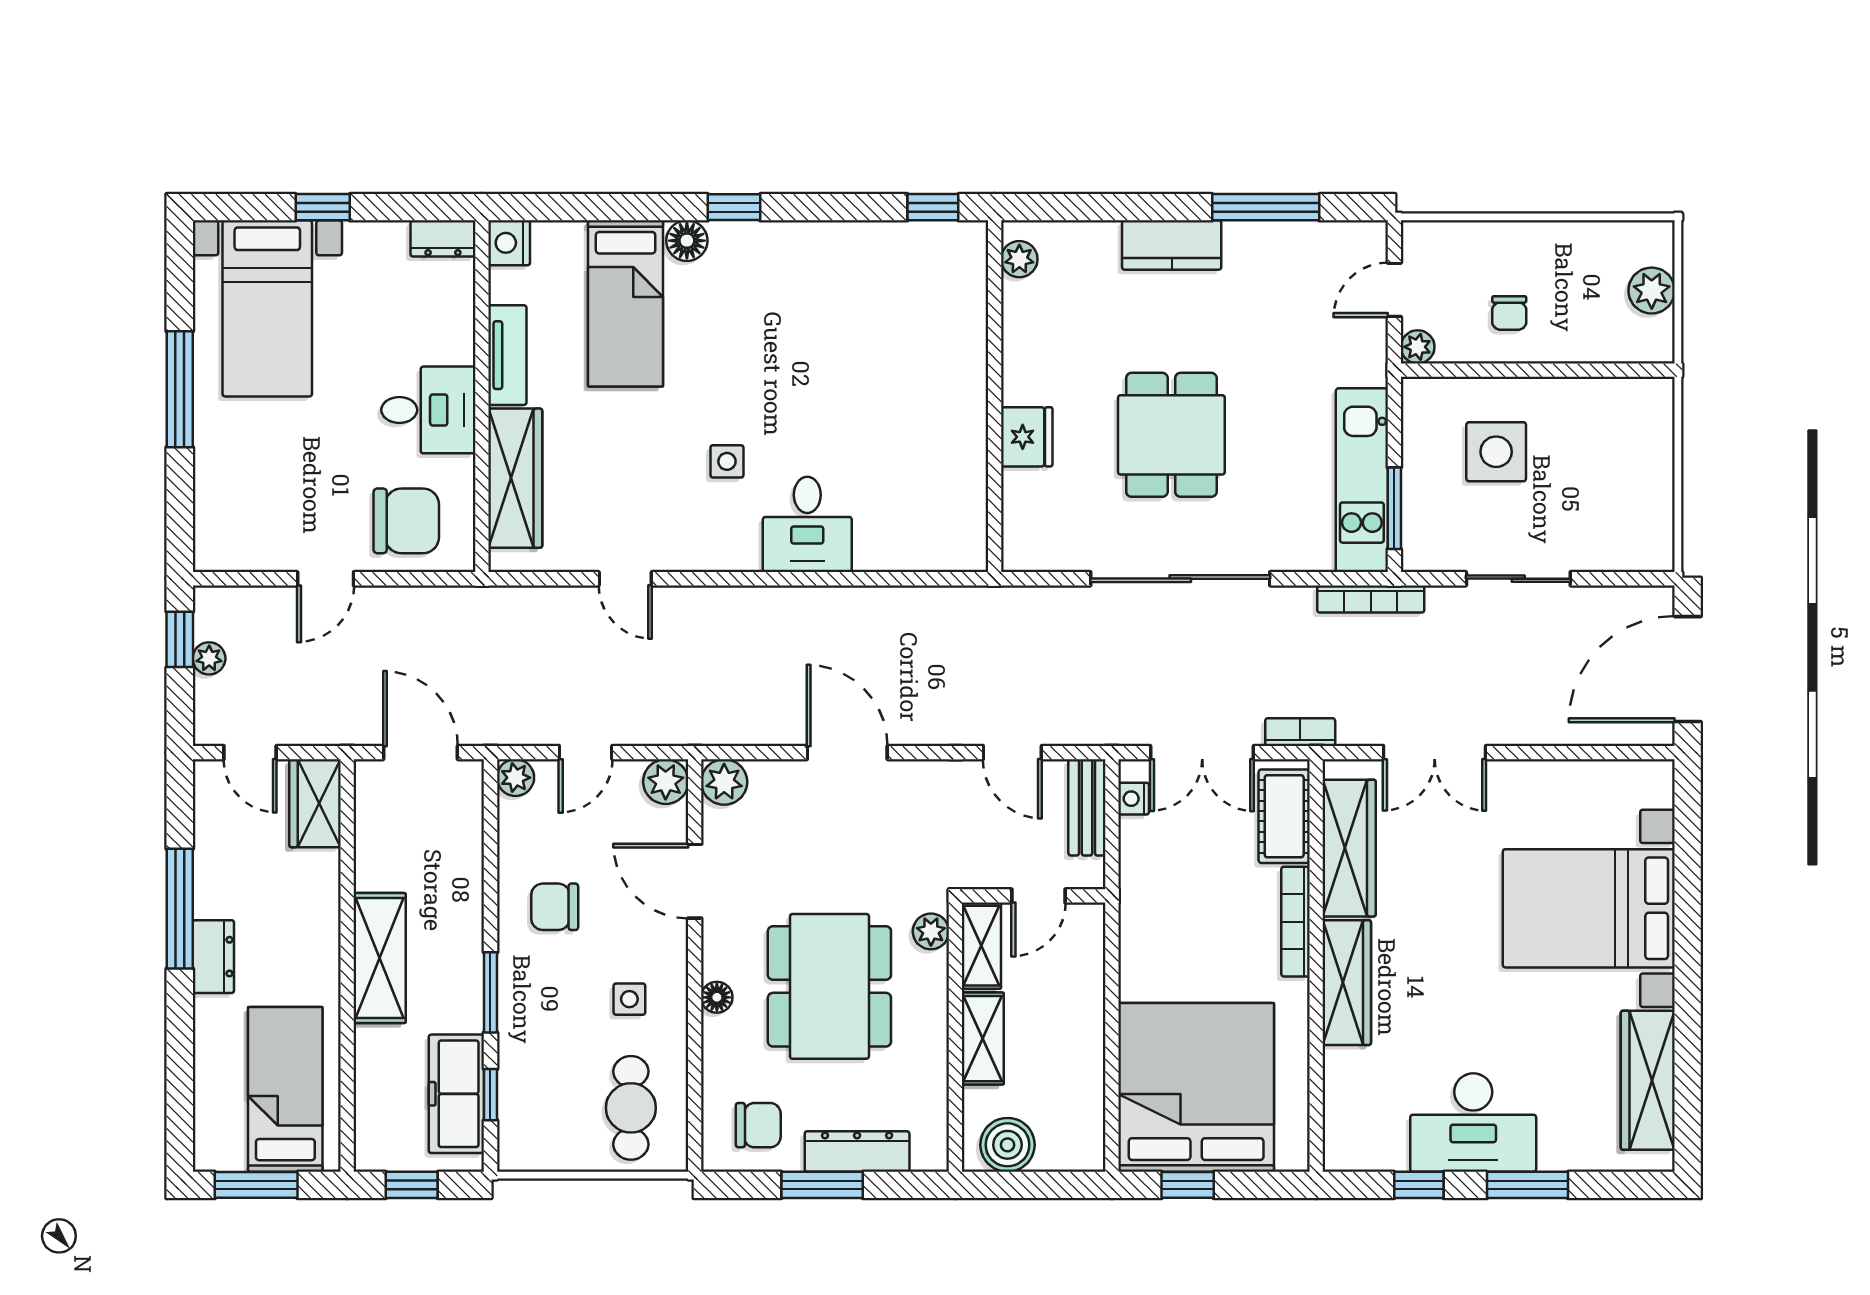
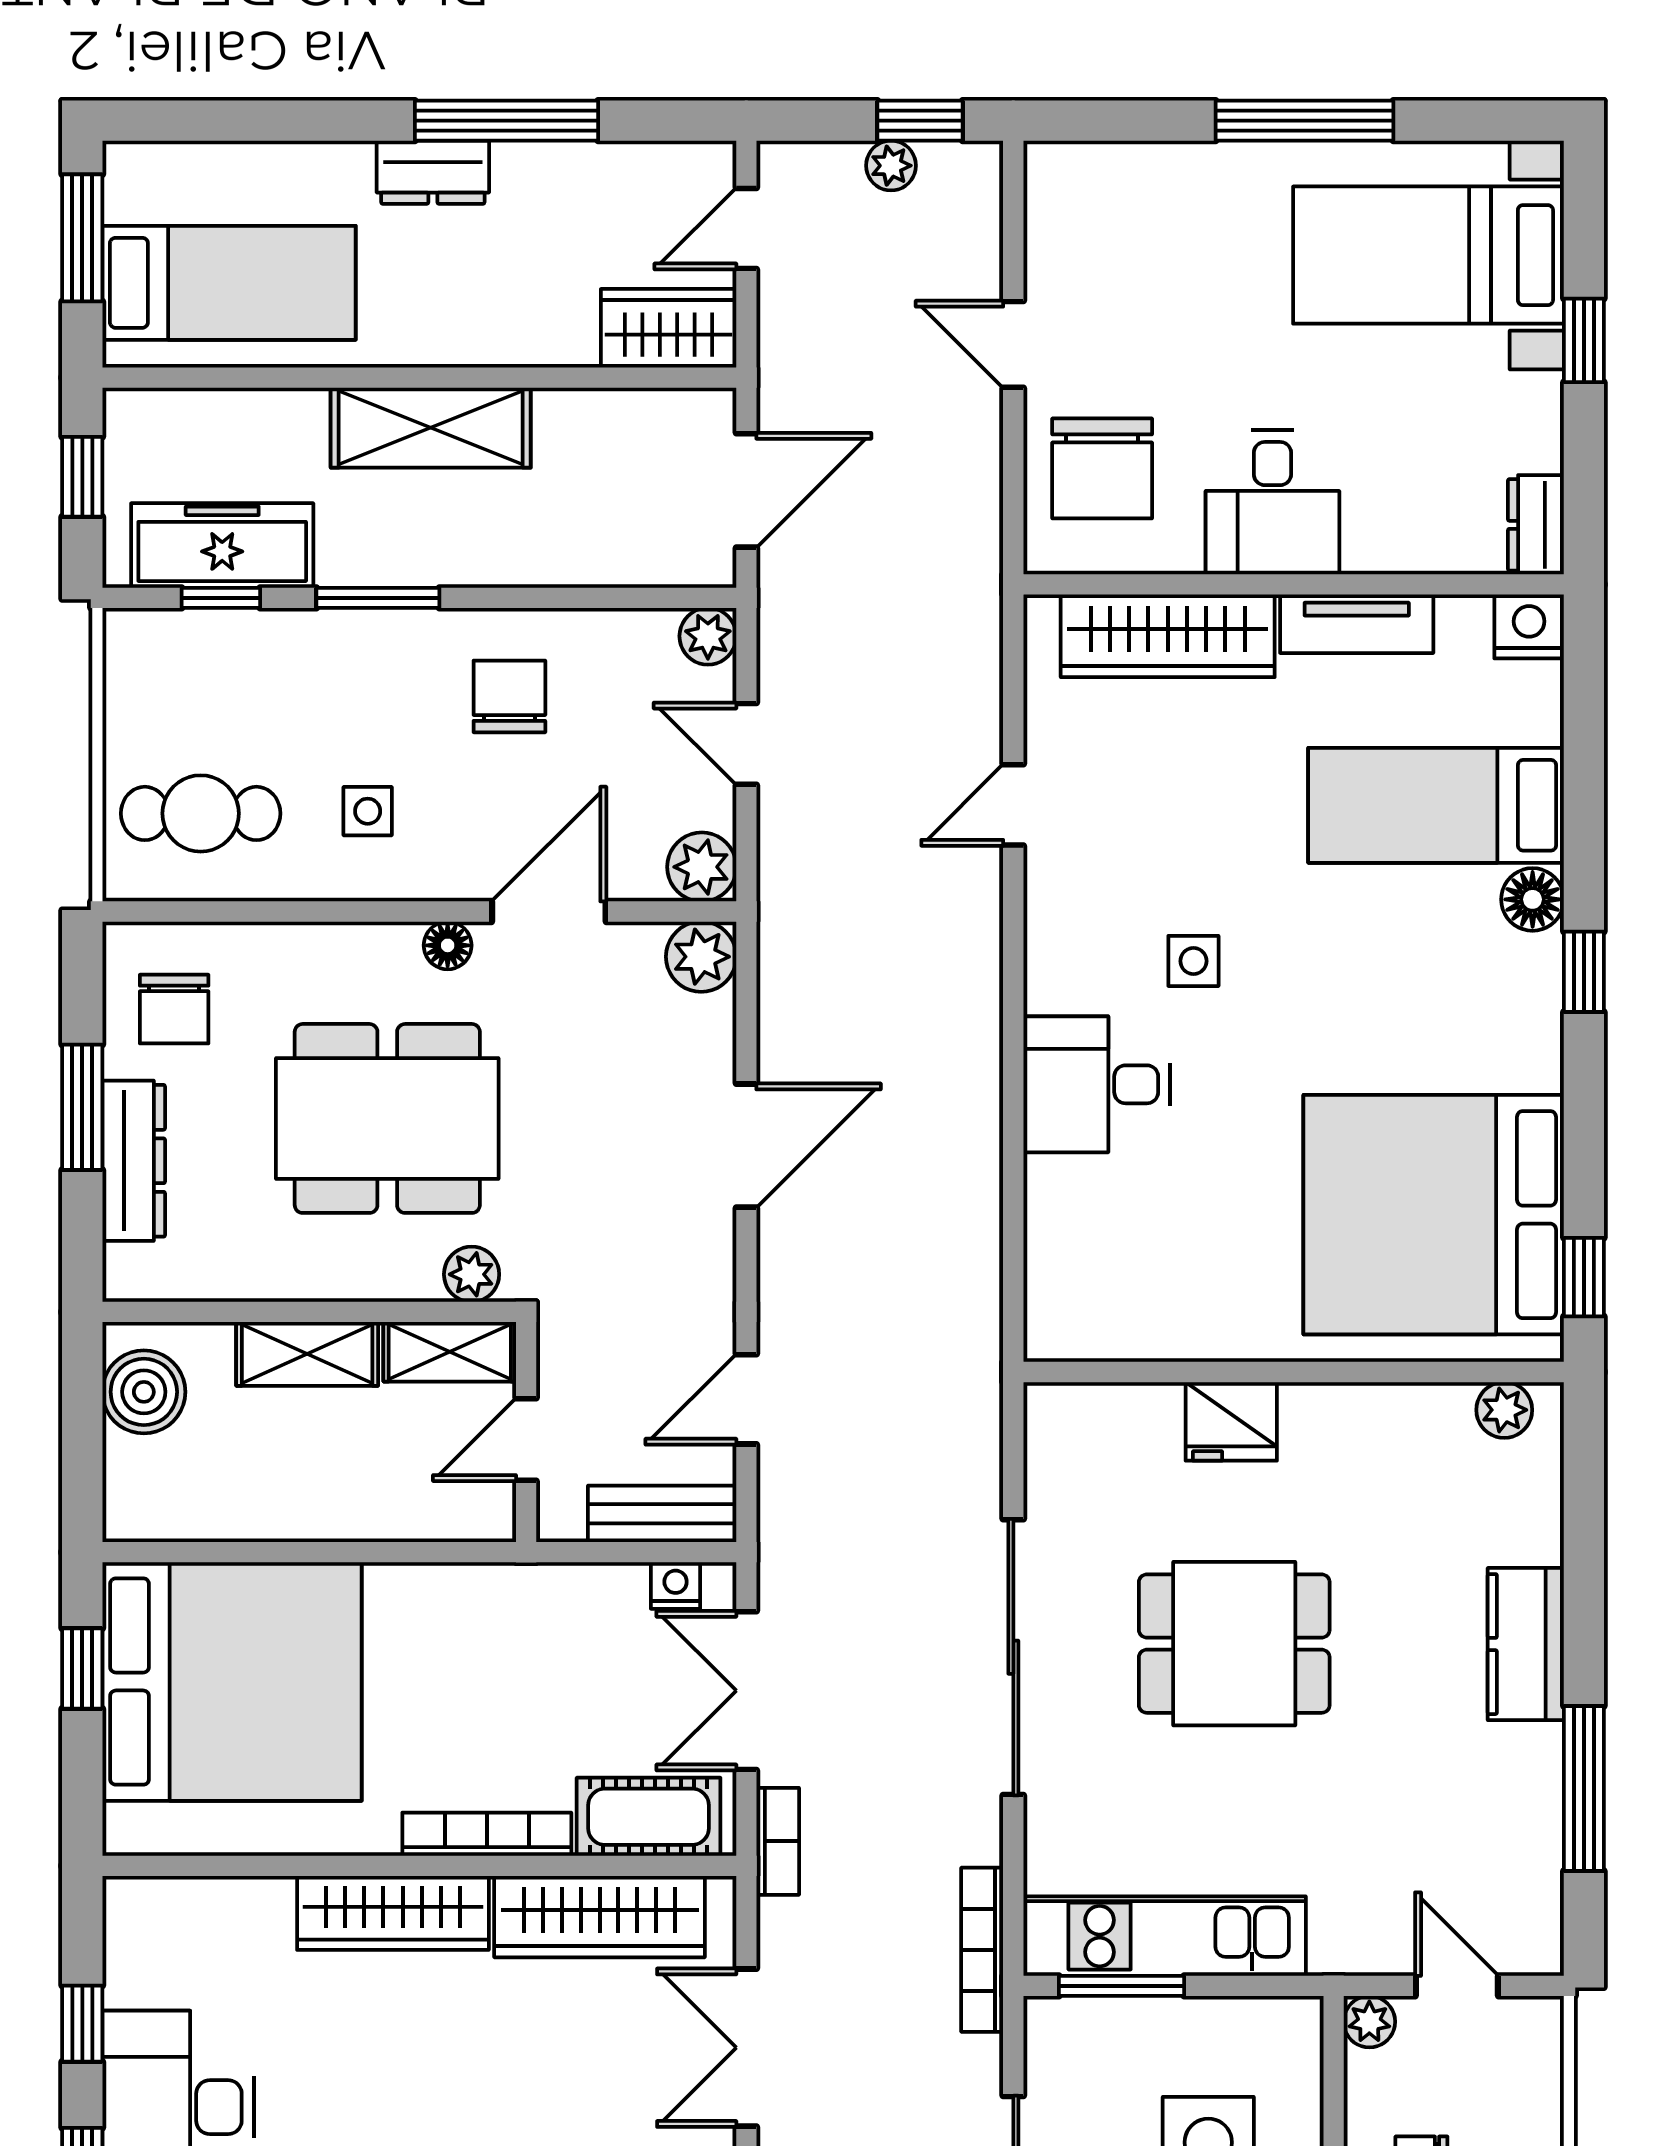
bed: (892, 305) -> (1434, 1215), added
door: (1039, 896) -> (526, 1439), hinge flipped
floor lamp: (717, 997) -> (448, 945), moved

